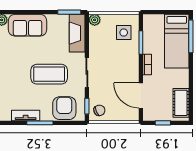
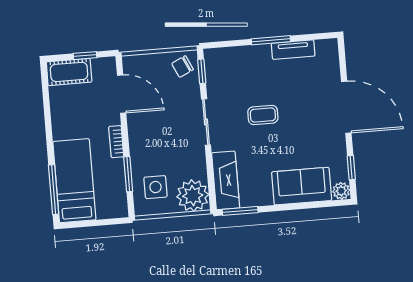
plant: (95, 20) -> (193, 196), width x1.88, depth x1.88
coffee table: (49, 74) -> (263, 115), width x0.54, depth x0.58
cot: (181, 103) -> (69, 72), moved, turned 90
armchair: (64, 108) -> (236, 65), removed

